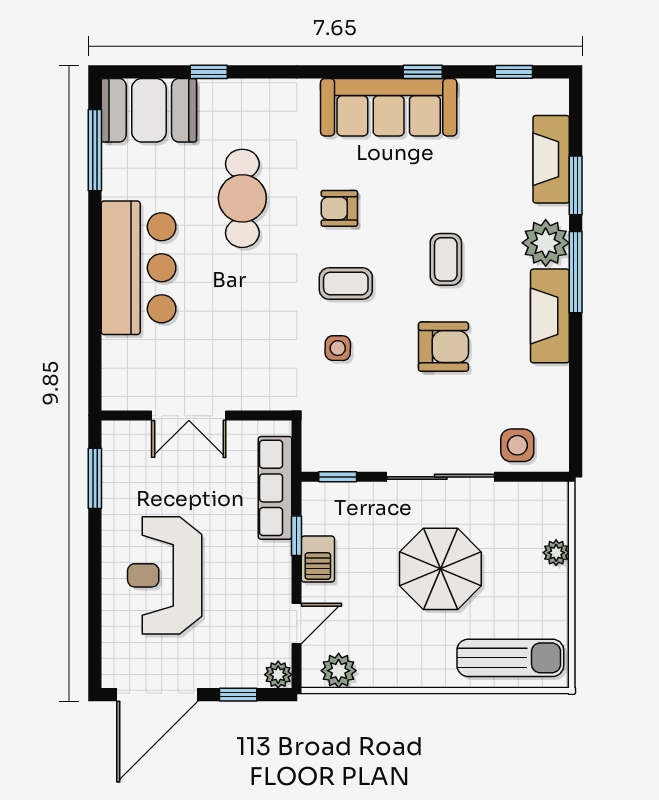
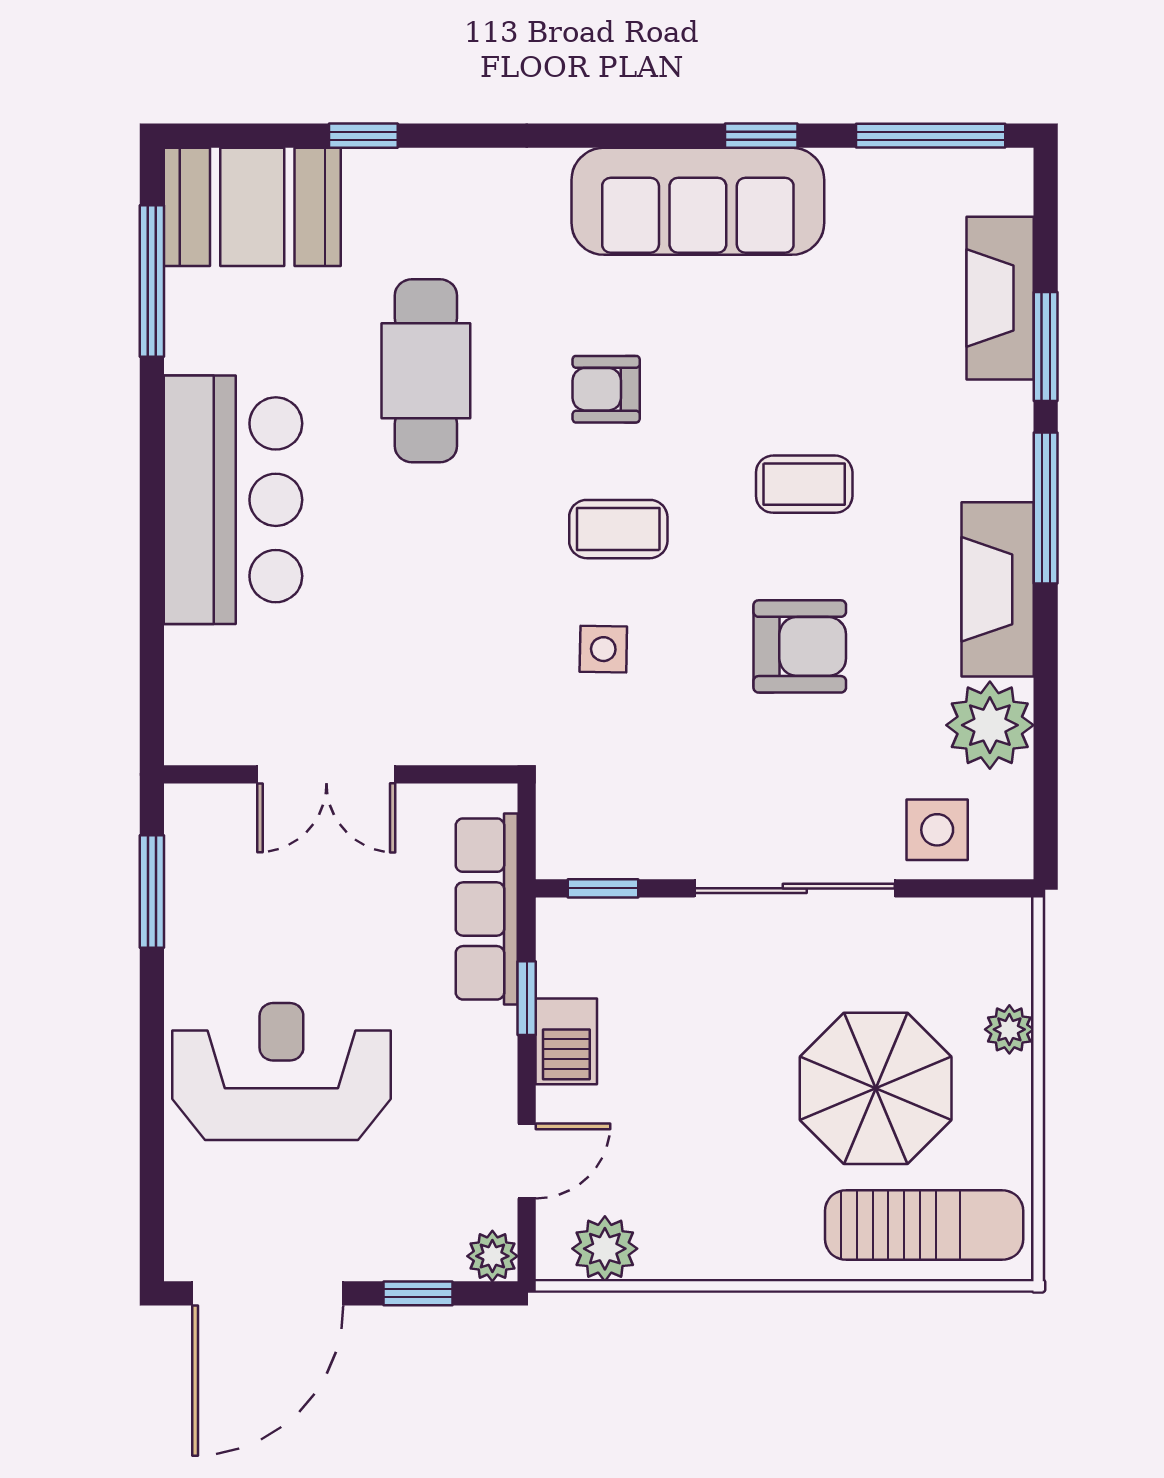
window: (514, 72) -> (931, 136), width x2.17
plant: (546, 243) -> (990, 725), moved
coffee table: (446, 259) -> (804, 484), turned 90
parasol: (440, 569) -> (876, 1088), moved
reception desk: (165, 575) -> (281, 1072), turned 90

